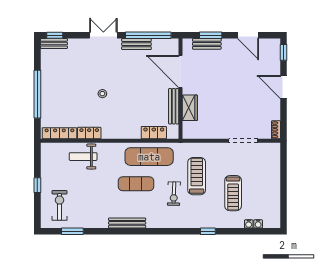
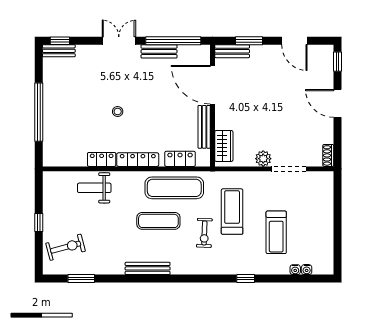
bench: (207, 44) -> (232, 51), moved
wardrobe: (190, 108) -> (224, 146), moved
plant: (222, 132) -> (263, 159), added
locker: (59, 133) -> (138, 160), moved
exercise bike: (59, 205) -> (66, 247), turned 75

